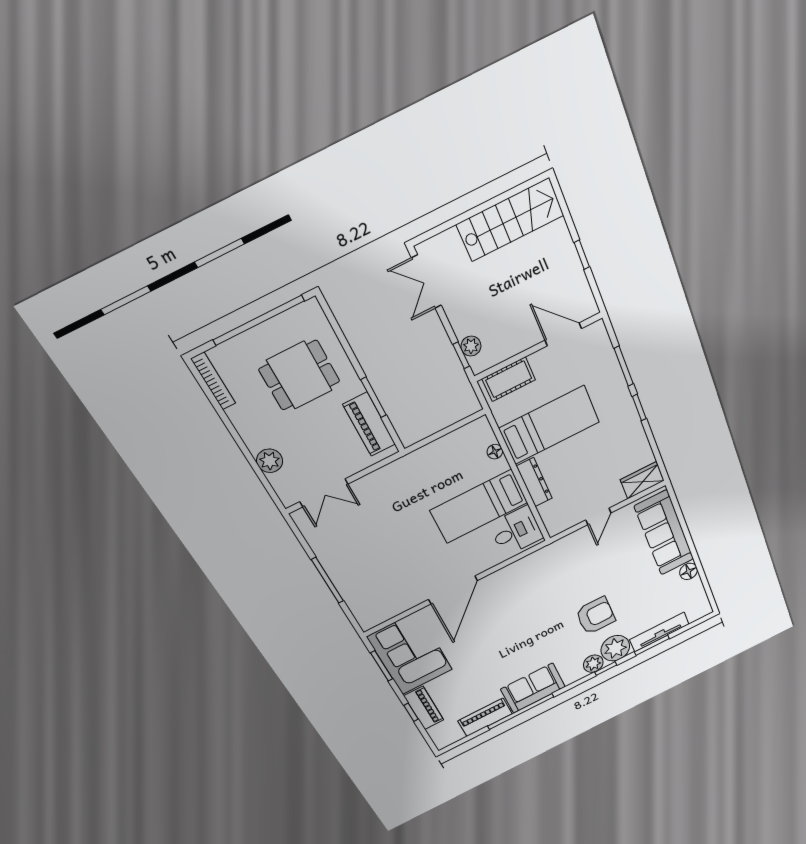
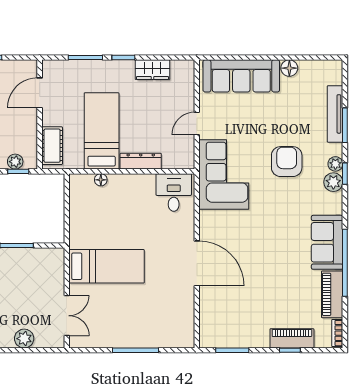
piano: (369, 424) -> (34, 258), removed
wardrobe: (642, 480) -> (152, 70), moved, turned -90
bed: (479, 506) -> (106, 266), moved, turned -90
door: (598, 516) -> (197, 124), swing flipped
plant: (615, 648) -> (335, 164), width x0.53, depth x0.53
corner sofa: (410, 653) -> (224, 174), moved, turned 90
bookcase: (450, 740) -> (337, 333), added

